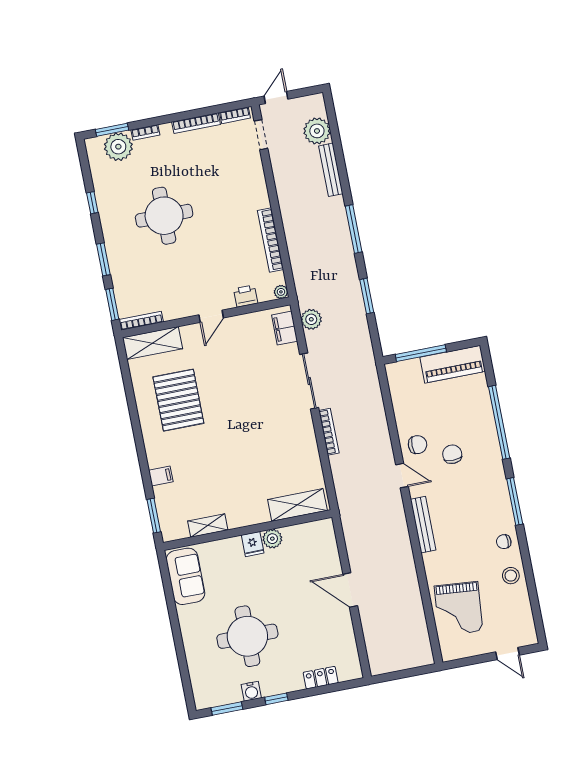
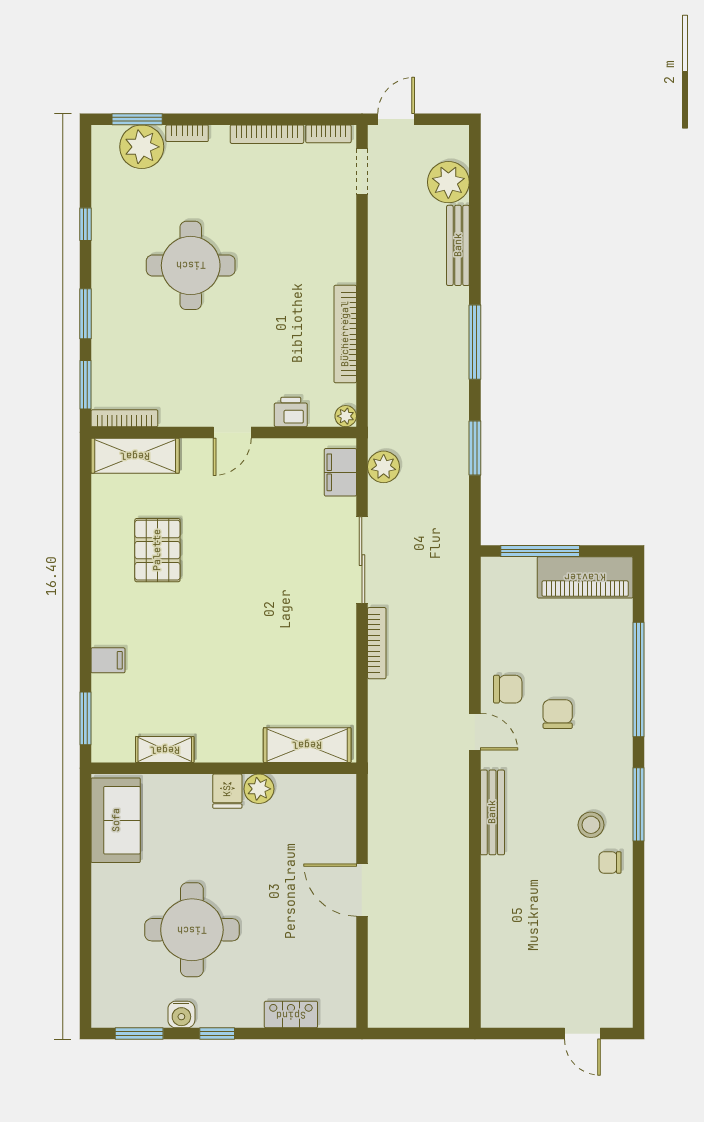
pallet: (178, 400) -> (157, 550), width x0.73, depth x0.71
stool: (511, 576) -> (591, 825), moved
grand piano: (459, 609) -> (521, 951), removed

